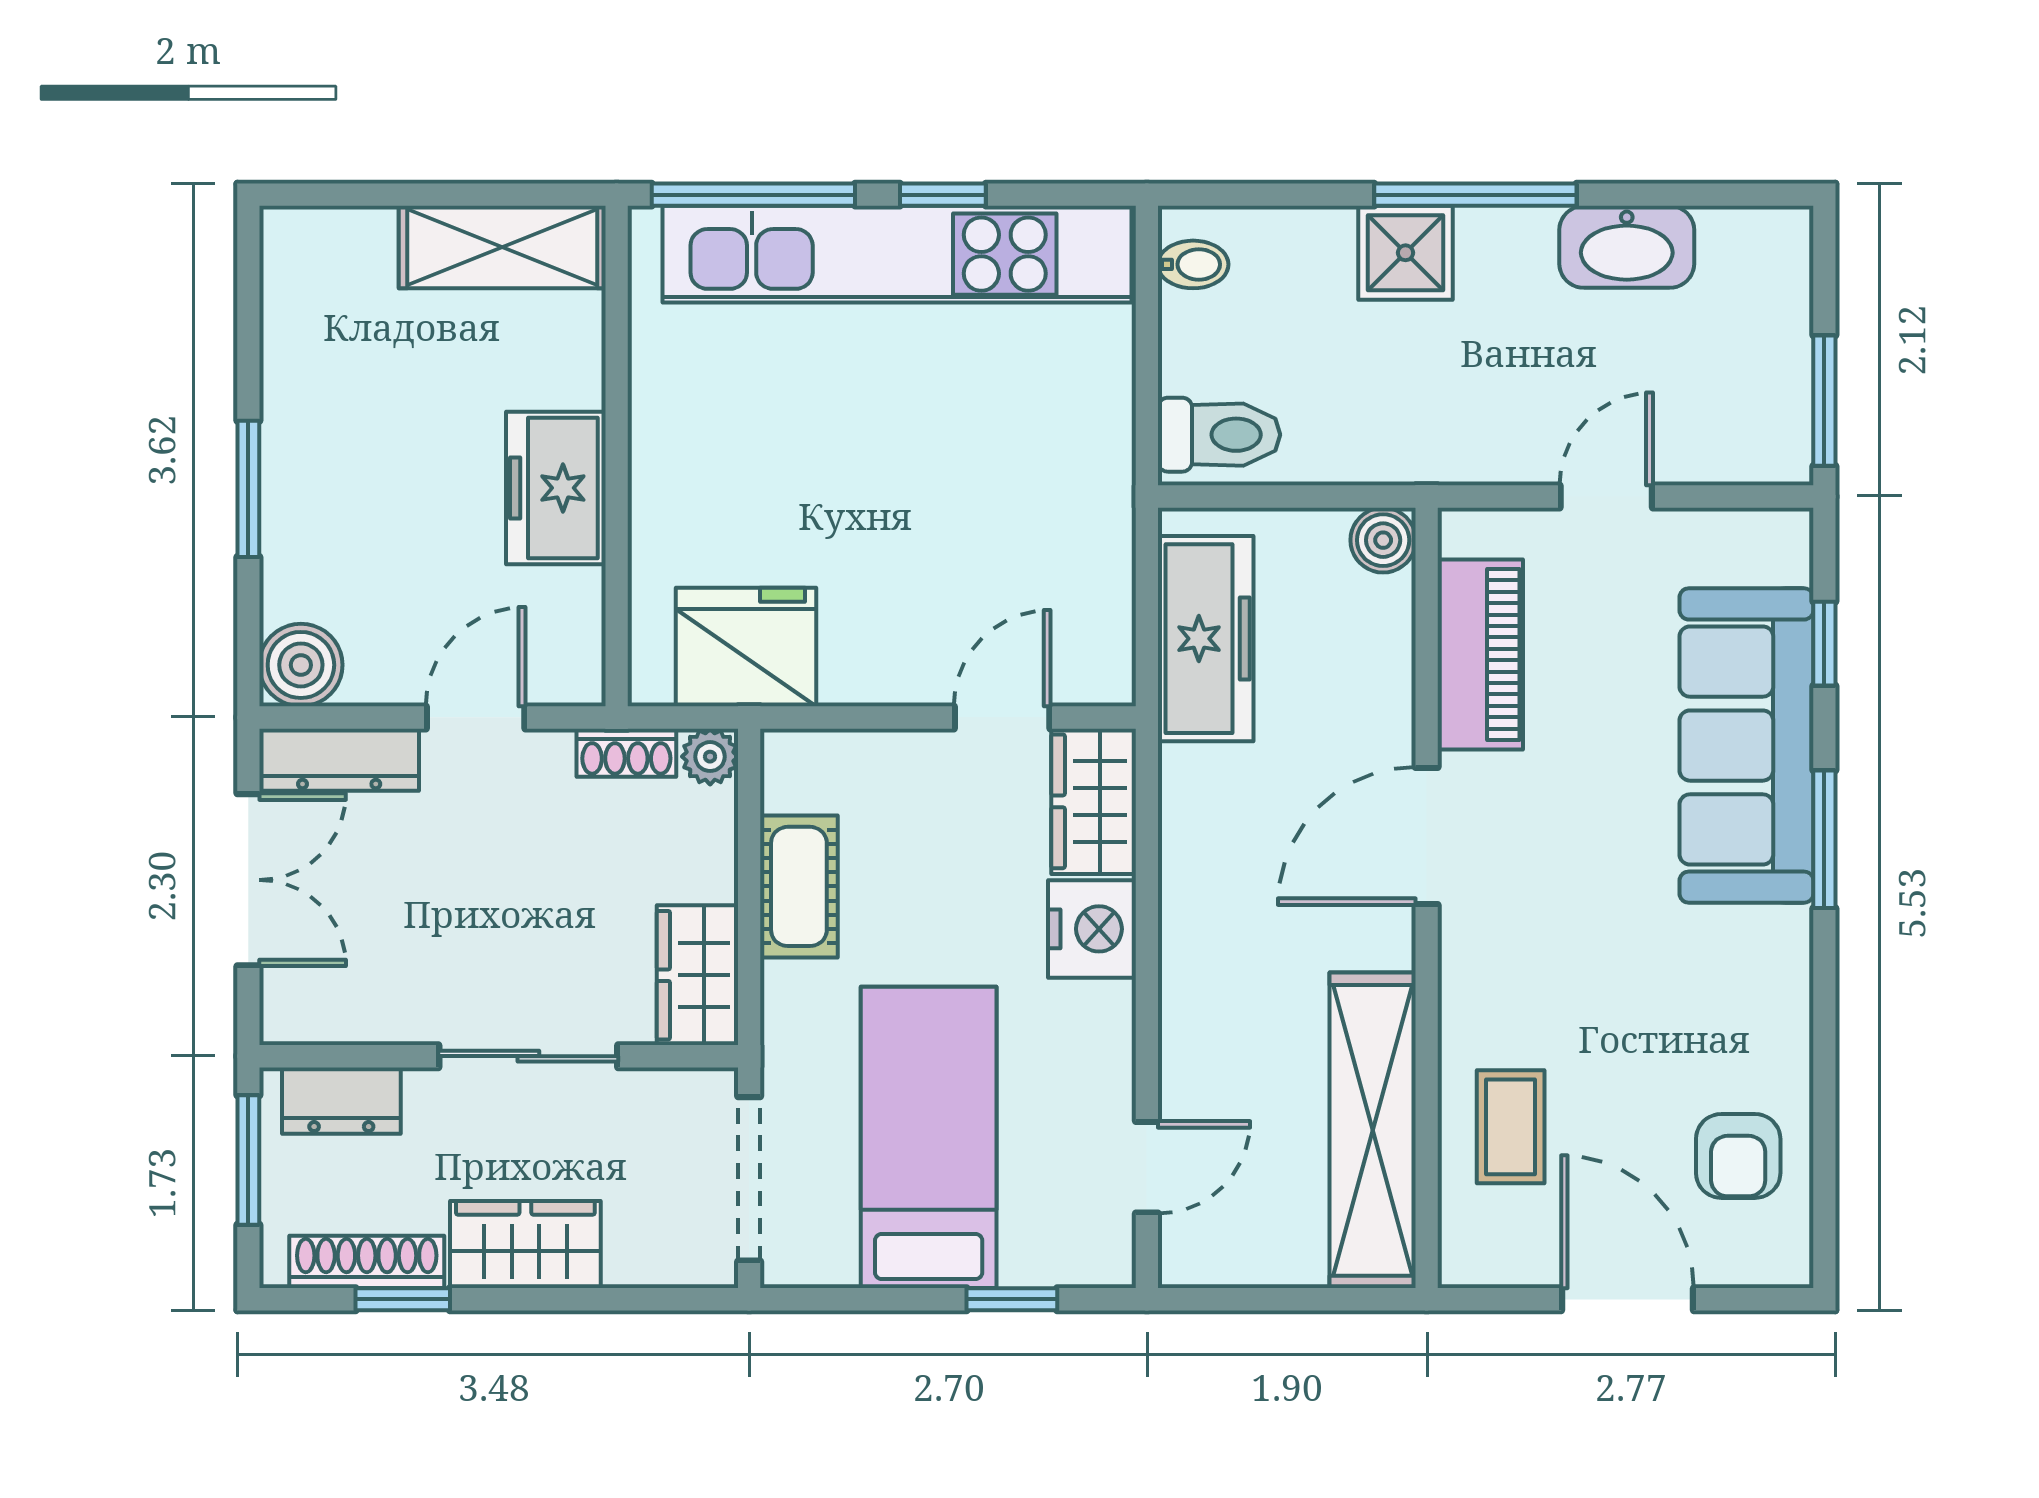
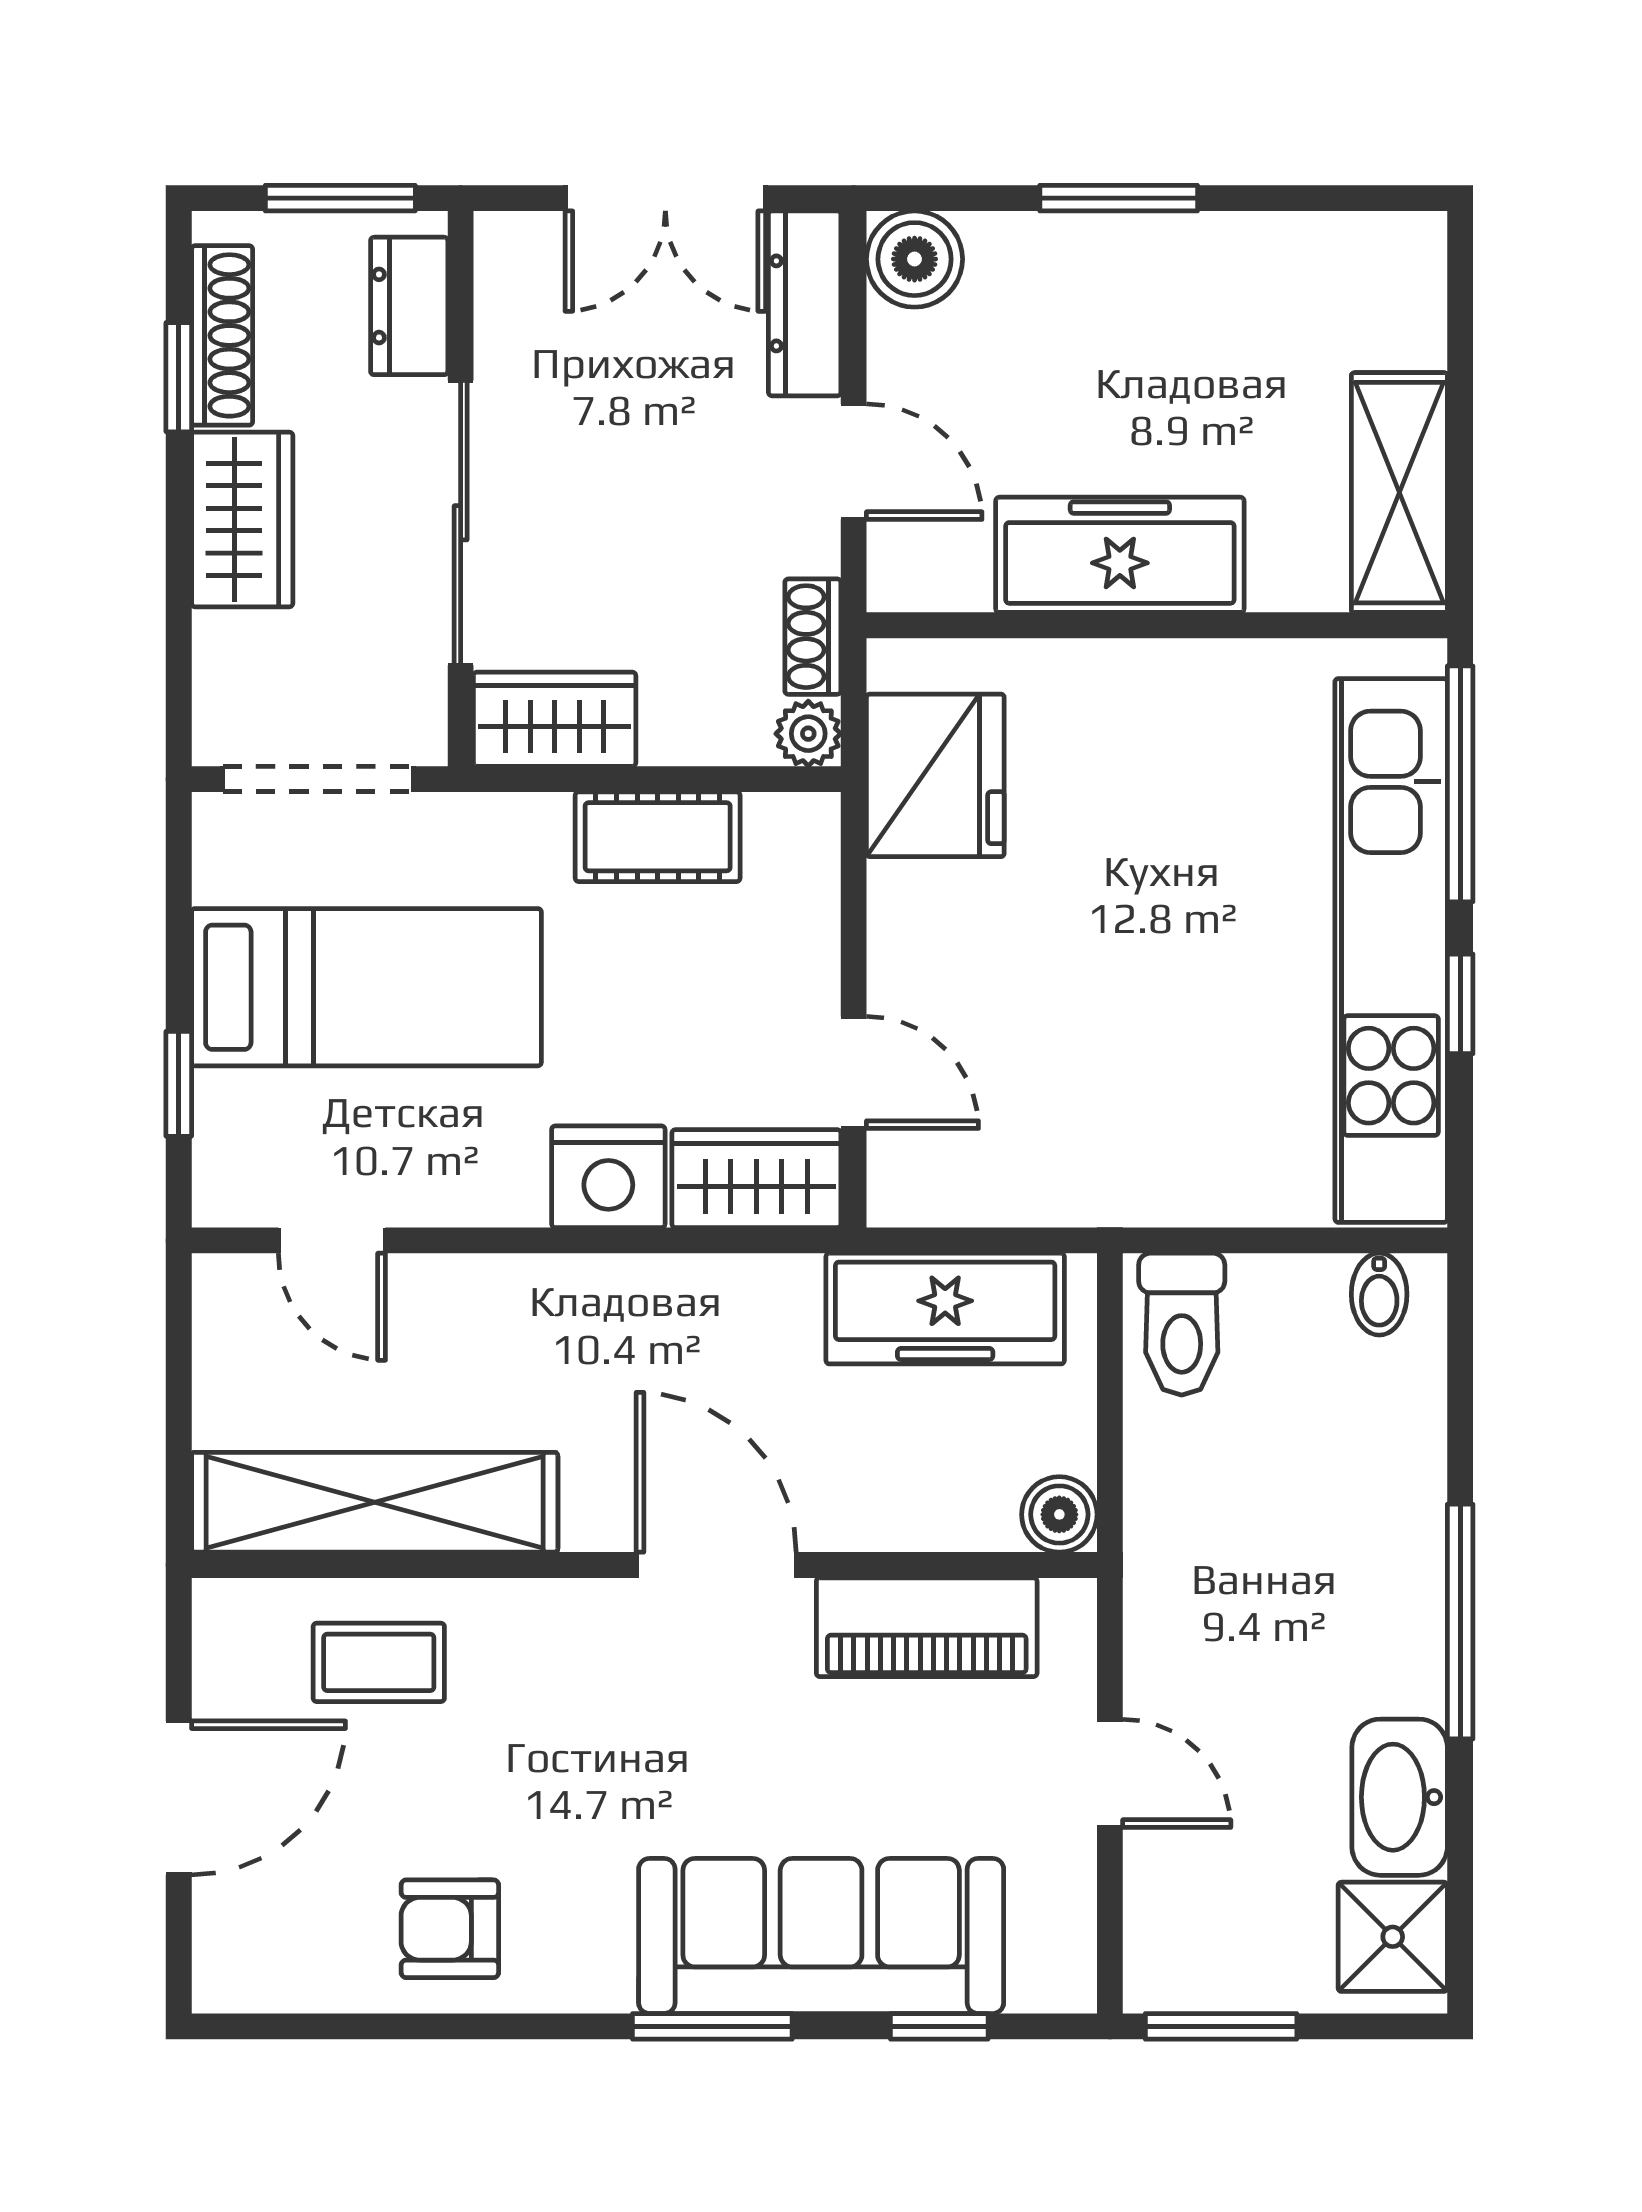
shower: (1406, 253) -> (1393, 1937), moved
freezer: (556, 488) -> (1120, 555), width x1.40
sliding door: (528, 1056) -> (461, 523), width x1.37
armchair: (1738, 1156) -> (450, 1929), moved

